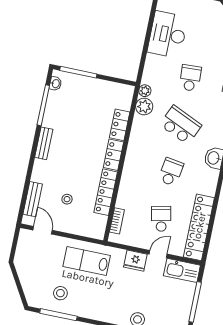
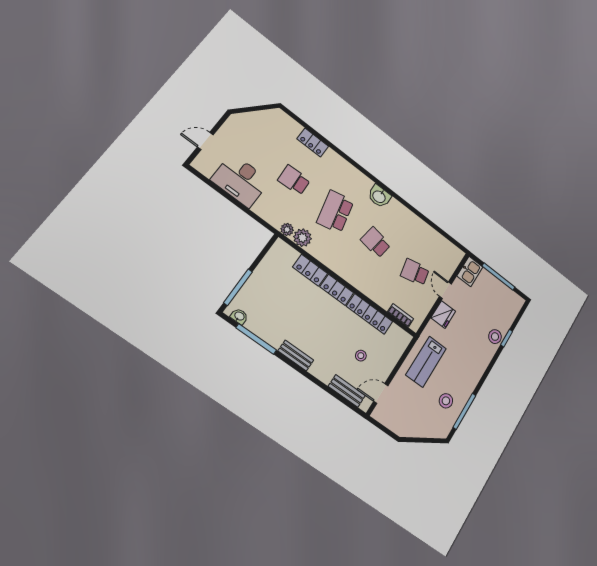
school desk: (181, 125) -> (335, 212), turned -36
locker: (199, 227) -> (436, 241), removed
kitchen sink: (182, 270) -> (470, 271), width x0.73

